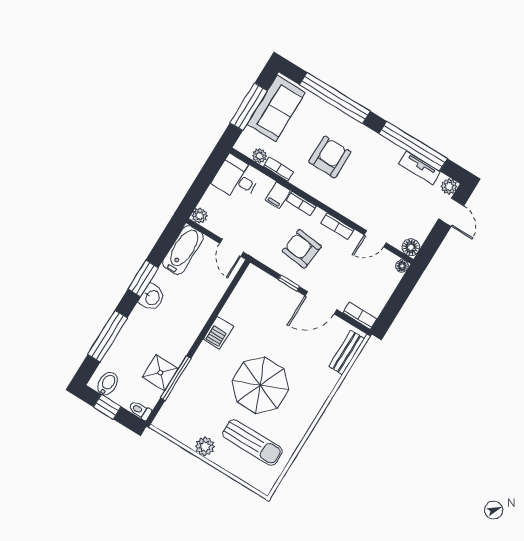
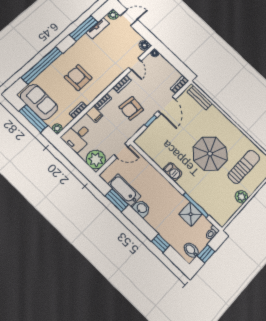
window: (413, 146) -> (84, 28), width x0.68
plant: (260, 156) -> (57, 128), moved
plant: (200, 216) -> (96, 160), width x1.87, depth x1.87
bathtub: (183, 250) -> (124, 190), moved
window: (143, 278) -> (117, 200), moved
window: (108, 336) -> (161, 243), width x0.46

